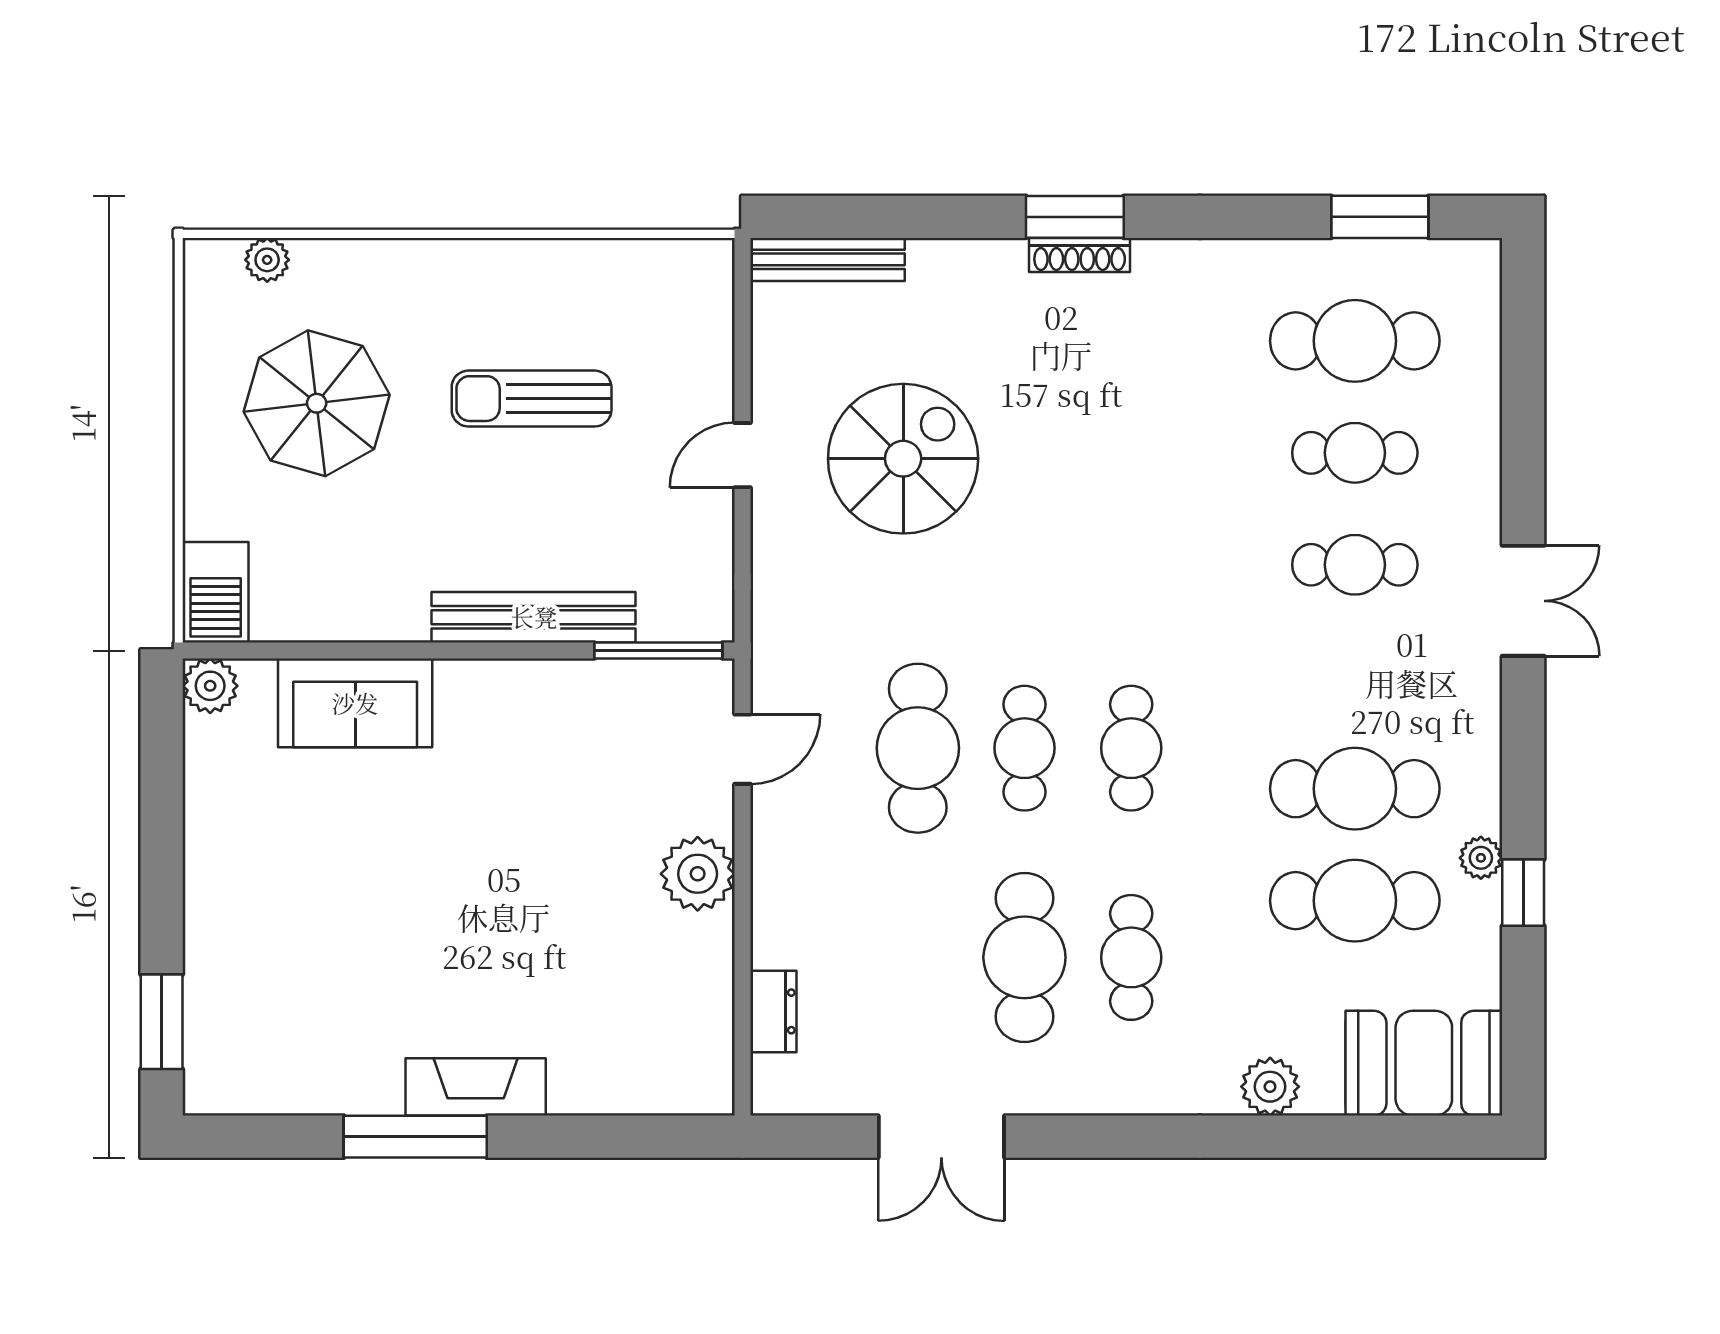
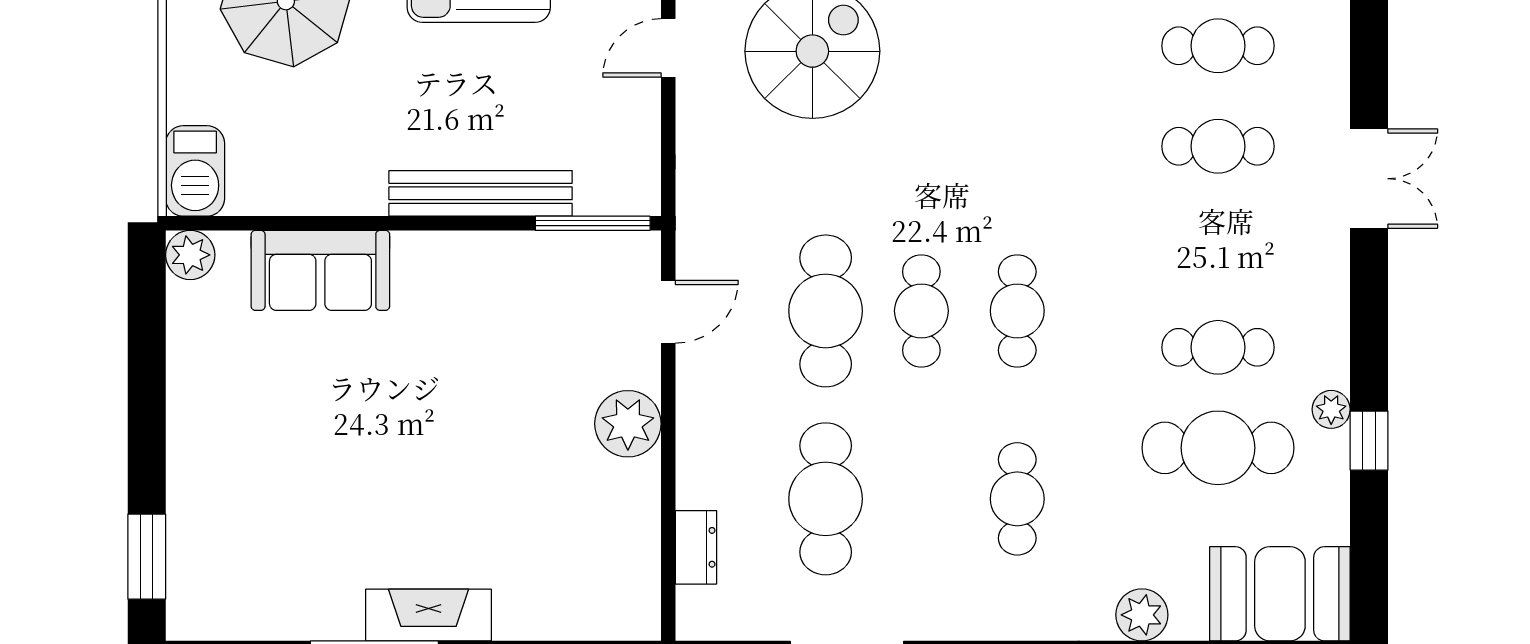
cafe table: (1355, 789) -> (1218, 347), width x0.73, depth x0.74
cafe table: (1024, 957) -> (826, 499), moved

